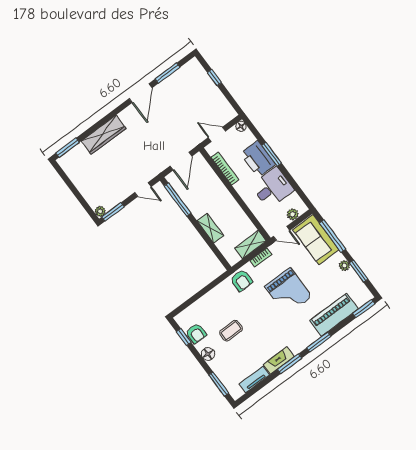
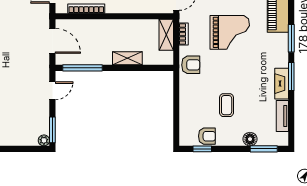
floor lamp: (208, 354) -> (250, 139), moved

